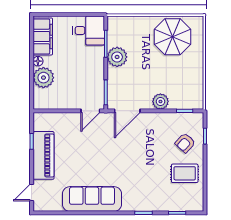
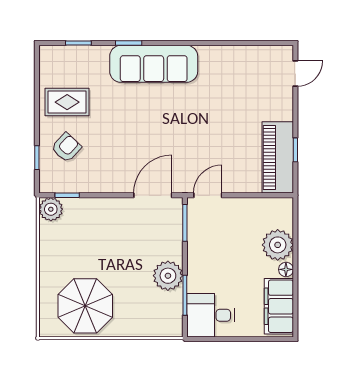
plant: (160, 102) -> (51, 209), moved
piano: (43, 155) -> (278, 157), moved
sofa: (92, 199) -> (154, 64), moved

